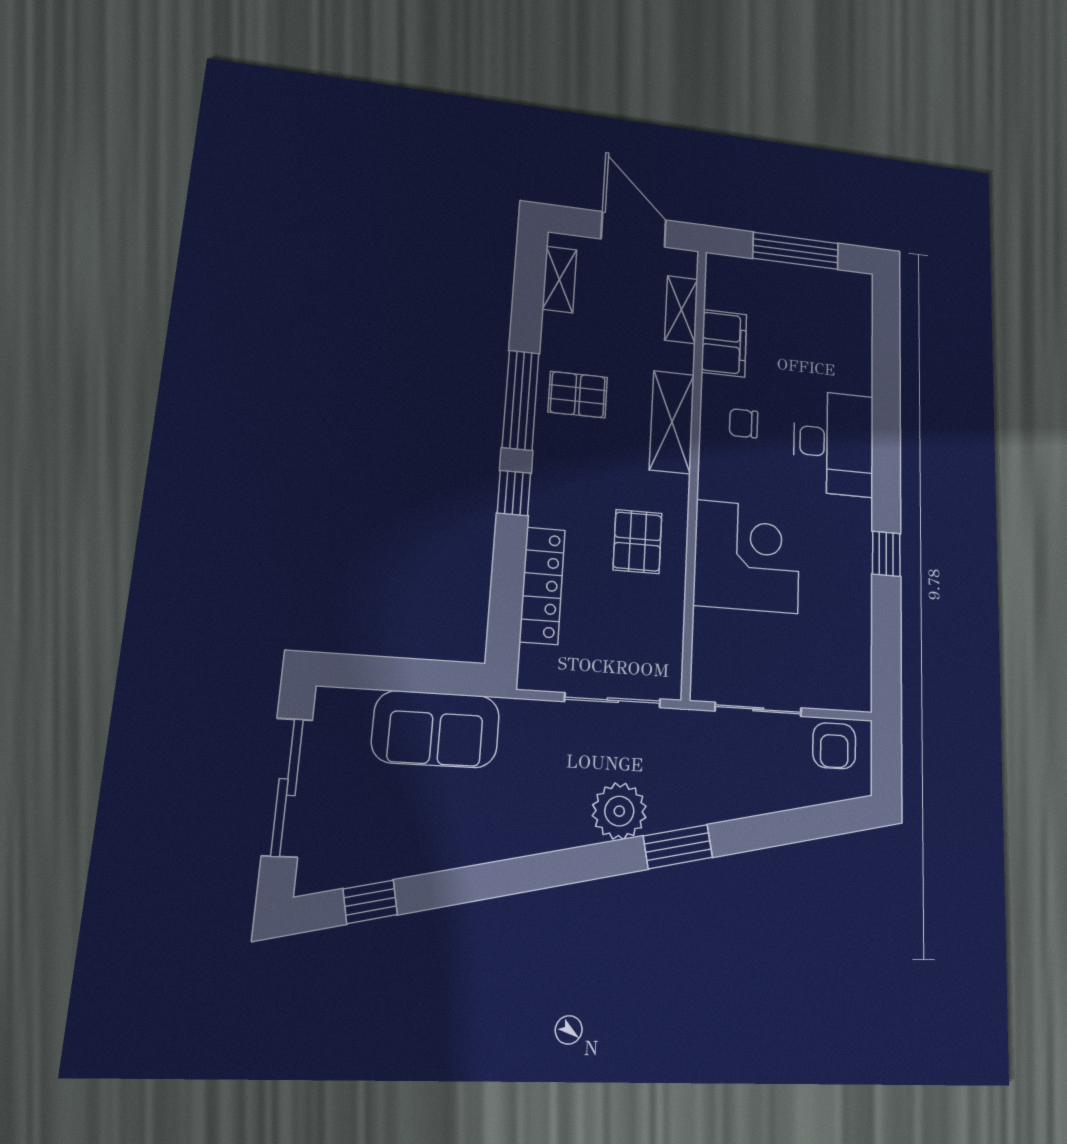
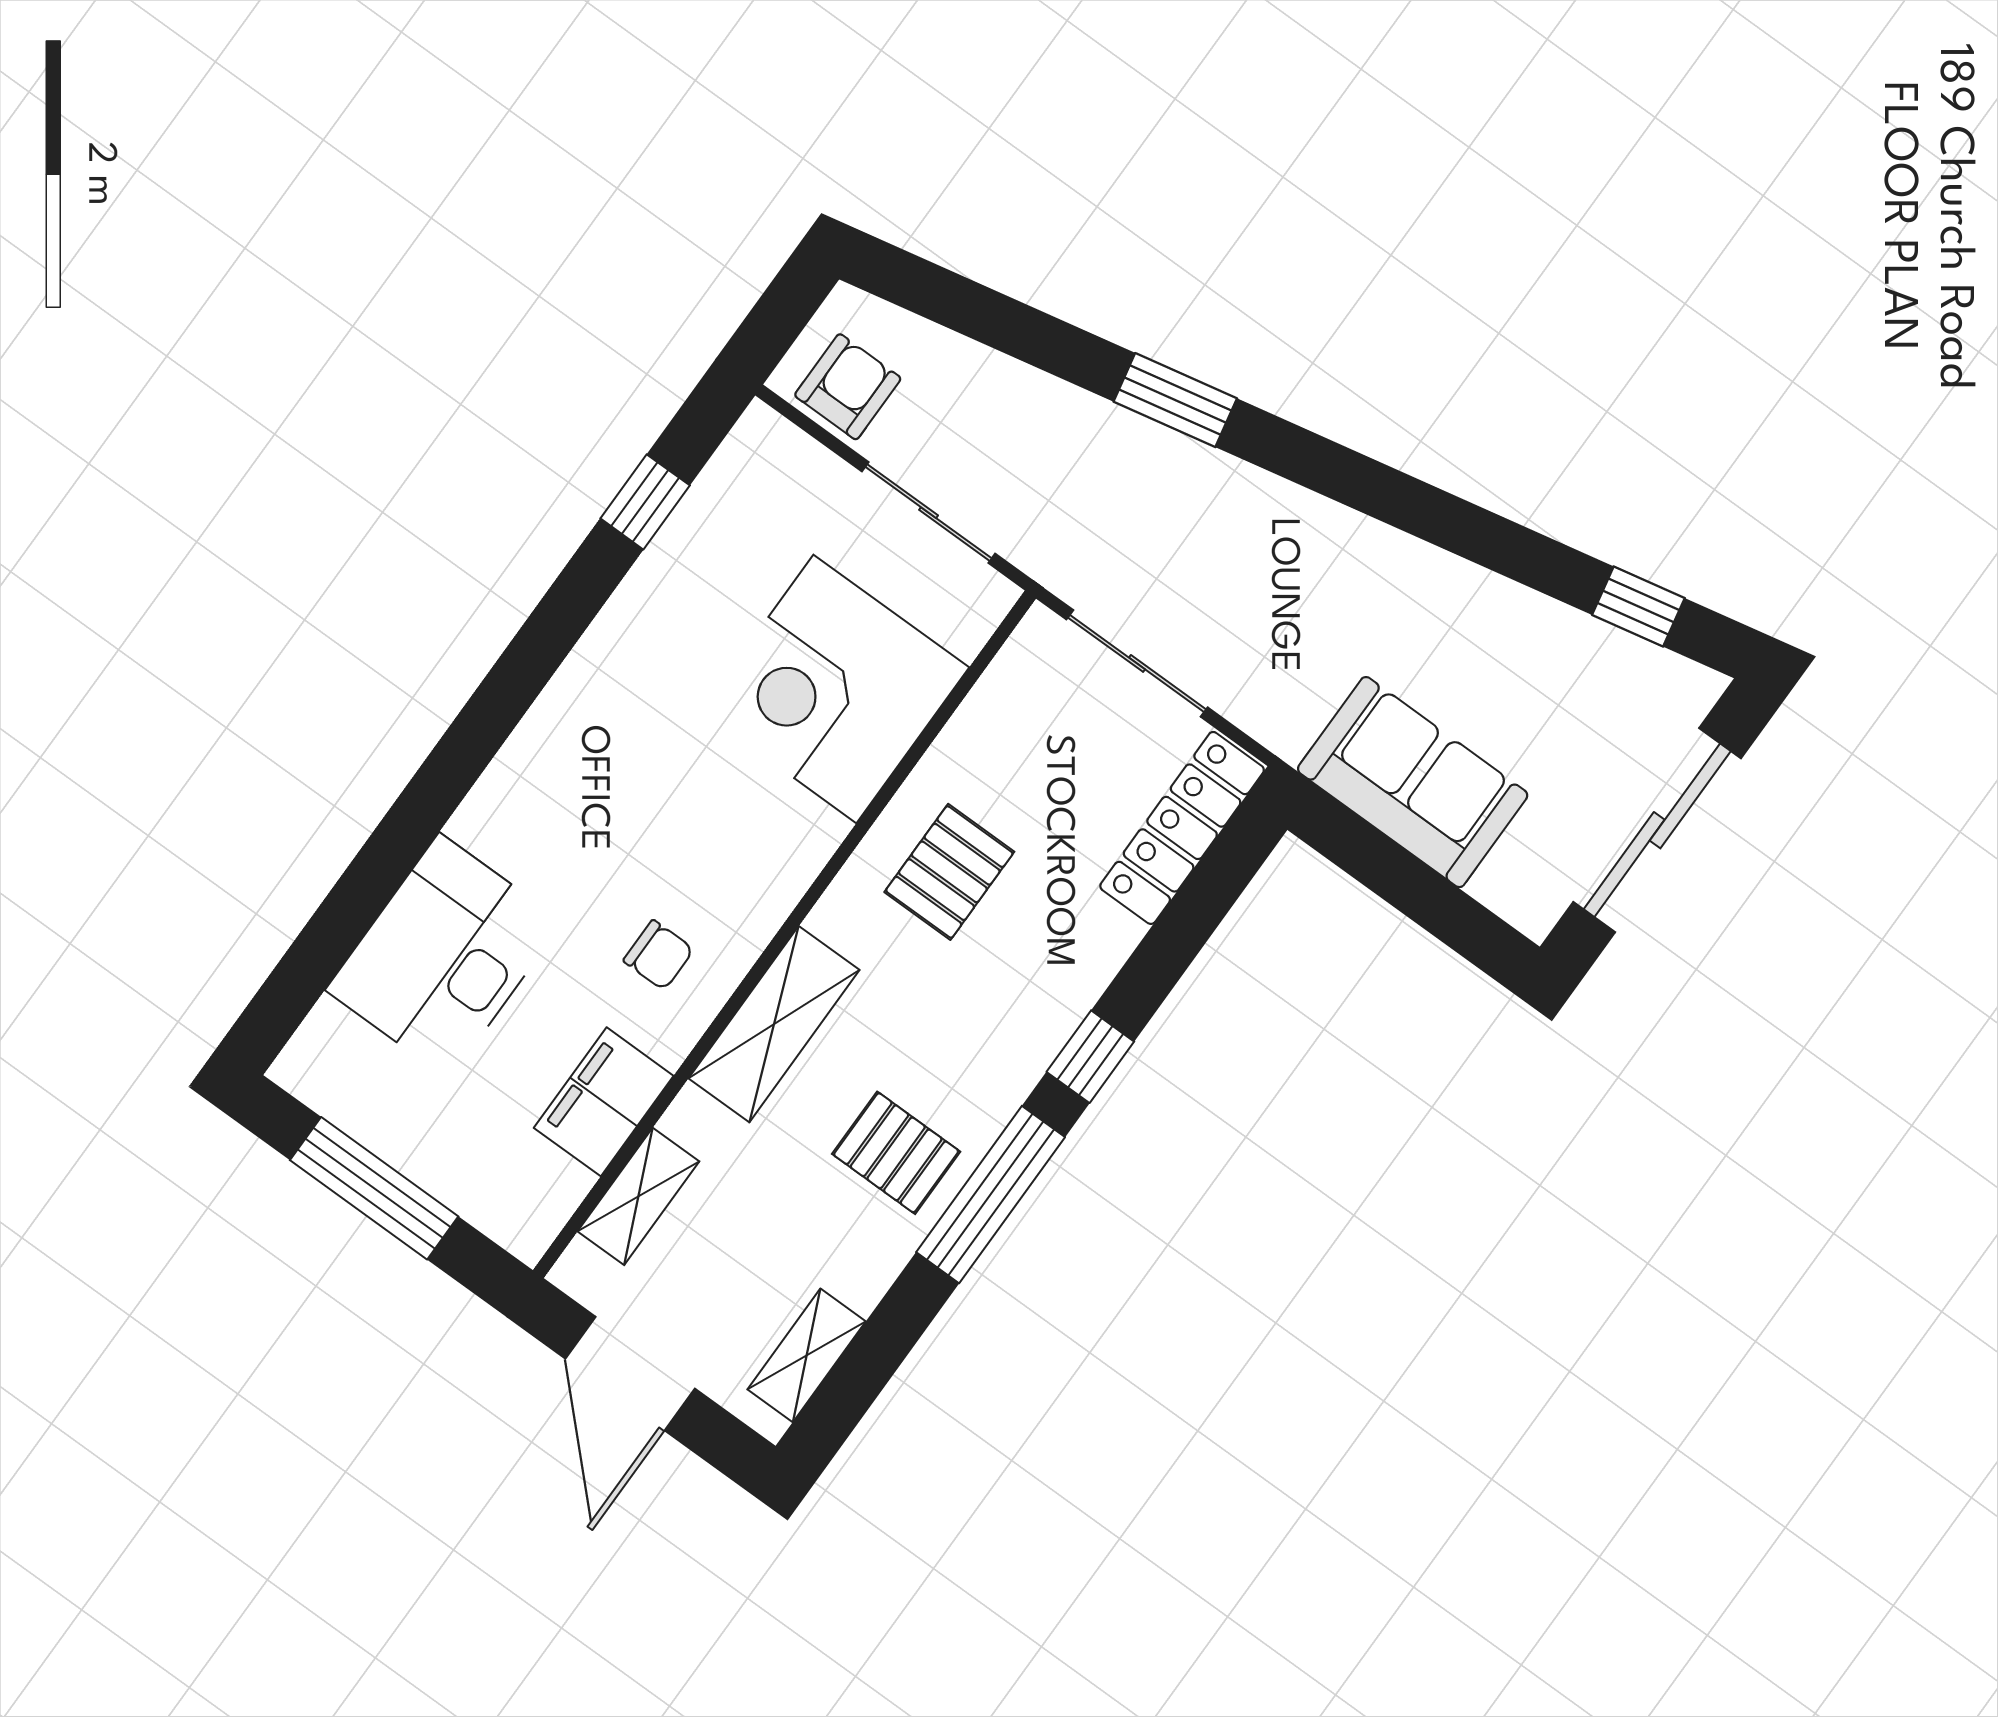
desk: (833, 443) -> (444, 956), moved
window: (886, 554) -> (645, 502), moved
corner desk: (747, 557) -> (835, 689), moved
locker: (542, 585) -> (1182, 828), moved
plant: (619, 811) -> (1227, 503), removed

